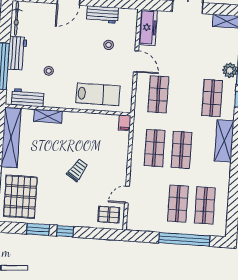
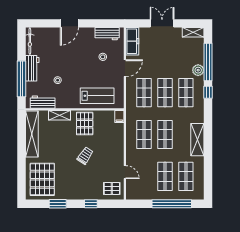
workbench: (103, 15) -> (107, 34), moved
door: (136, 61) -> (125, 68), hinge flipped
shop shelf: (185, 96) -> (165, 93), added
pallet: (79, 129) -> (85, 123), added
shelving: (224, 141) -> (197, 140), moved
door: (127, 195) -> (125, 172), swing flipped
window: (65, 231) -> (91, 204), moved

